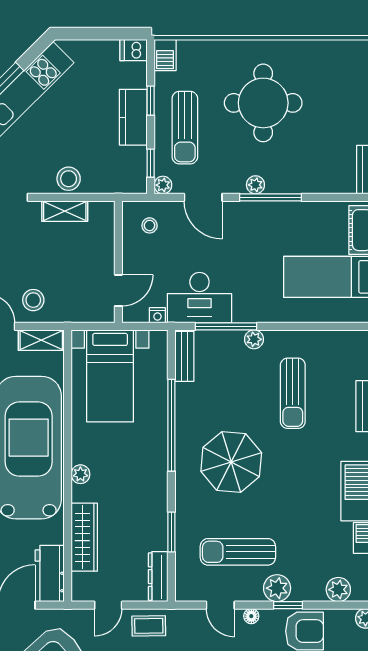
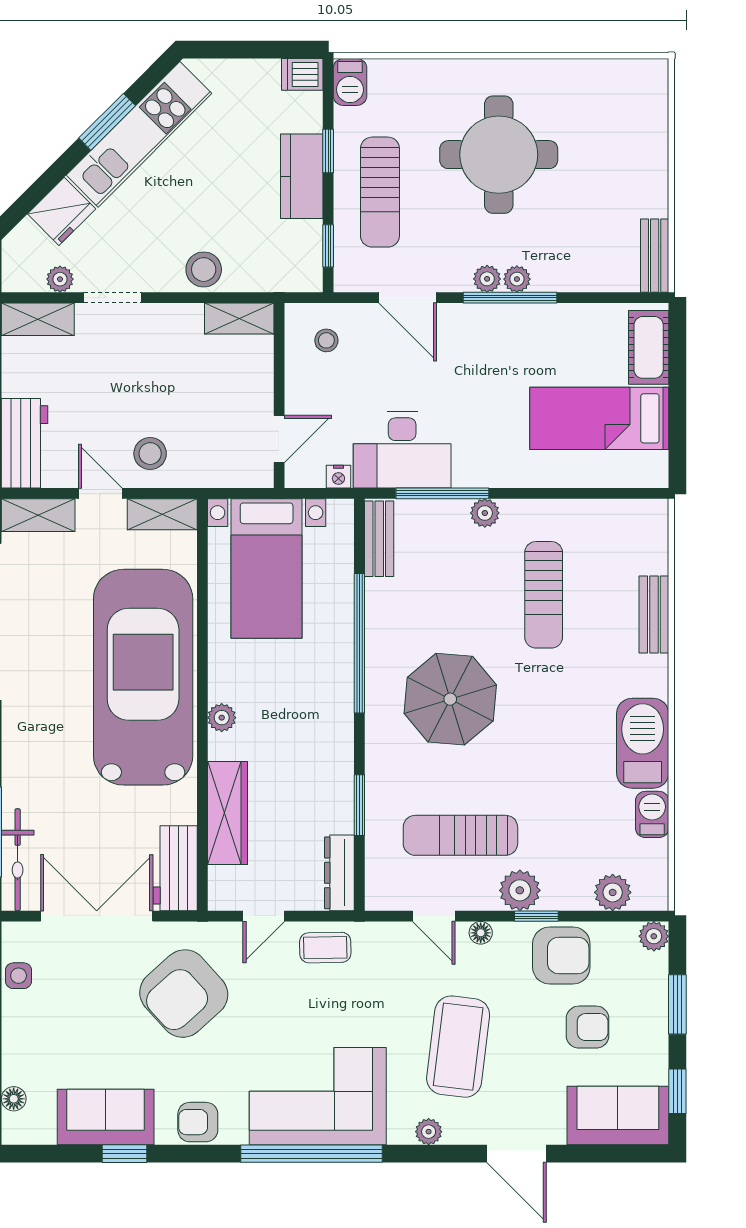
plant: (163, 185) -> (517, 279), moved
shelving: (65, 211) -> (239, 319), moved

